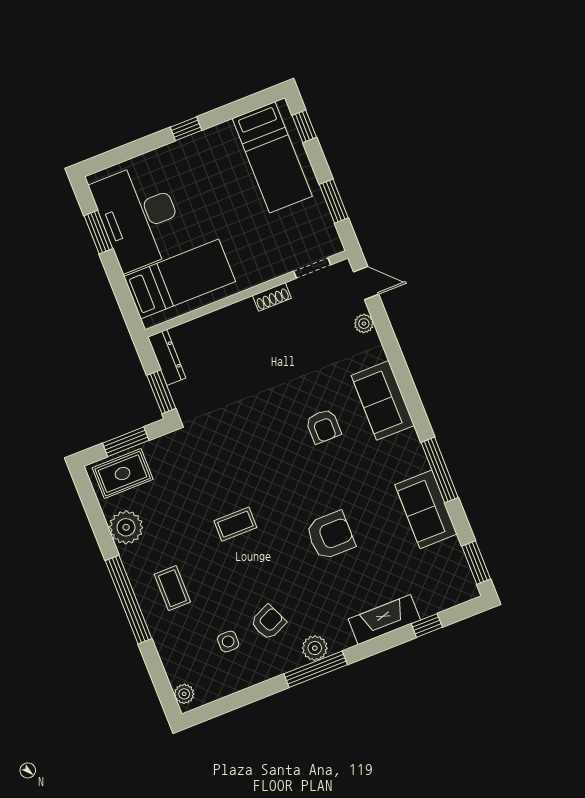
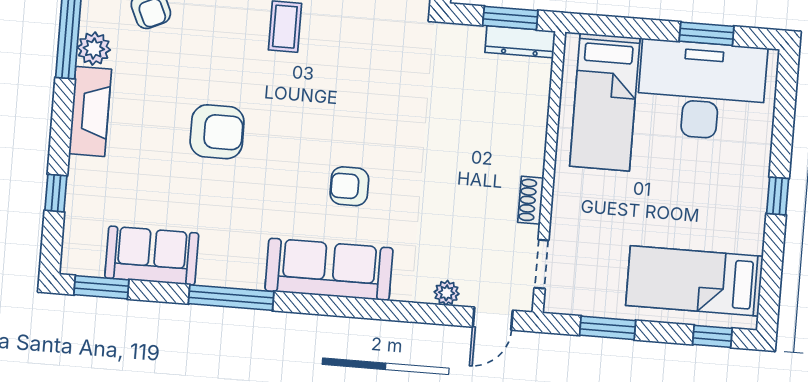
window: (161, 392) -> (510, 18), moved
sofa: (383, 400) -> (329, 269), width x1.36
sofa: (426, 509) -> (152, 256), moved
armchair: (330, 535) -> (217, 132), turned -90
fireplace: (384, 620) -> (90, 111), moved

